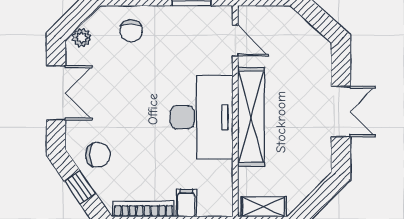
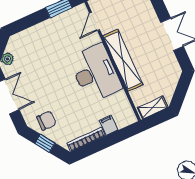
chair: (131, 31) -> (34, 42), removed
door: (235, 41) -> (95, 21), swing flipped

